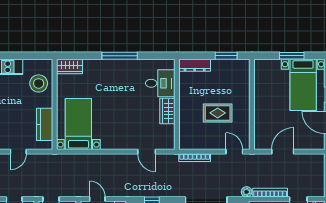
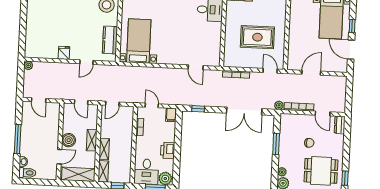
wardrobe: (167, 111) -> (215, 33), removed
rug: (218, 113) -> (257, 37), width x1.36, depth x1.43

